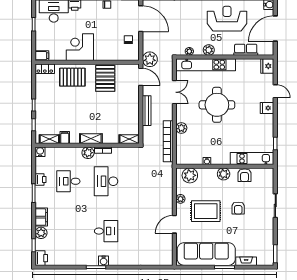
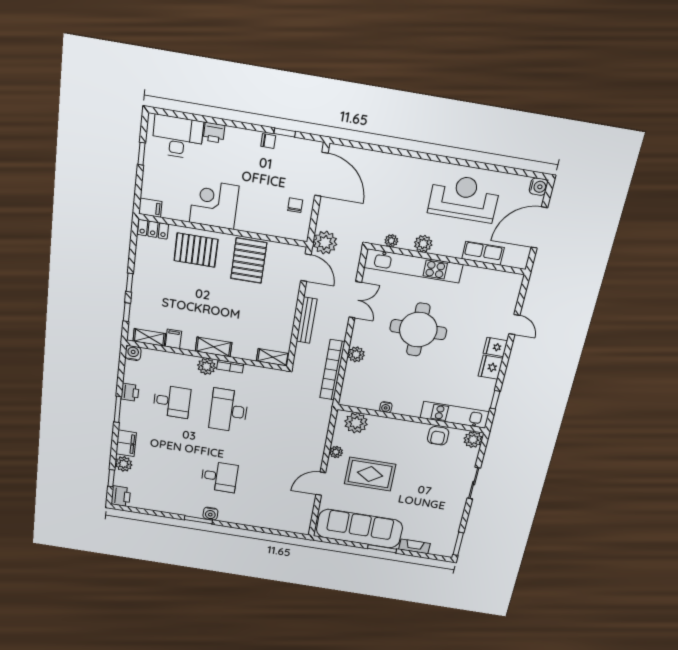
fridge: (267, 66) -> (491, 367), moved
plant: (224, 174) -> (473, 440), moved
desk: (68, 181) -> (172, 401), turned 180
armchair: (238, 208) -> (419, 478), removed

